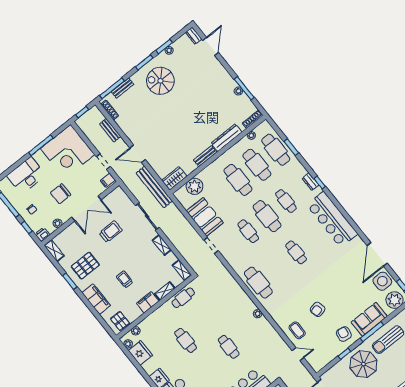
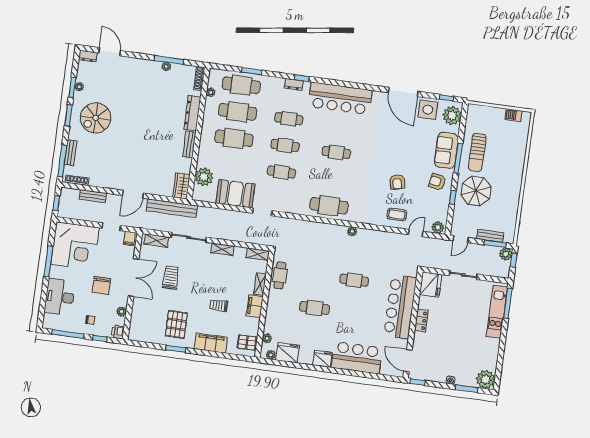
cafe table: (267, 216) -> (285, 145), width x0.73, depth x0.74
shelving: (54, 251) -> (156, 241), moved
plant: (316, 364) -> (438, 228), added

